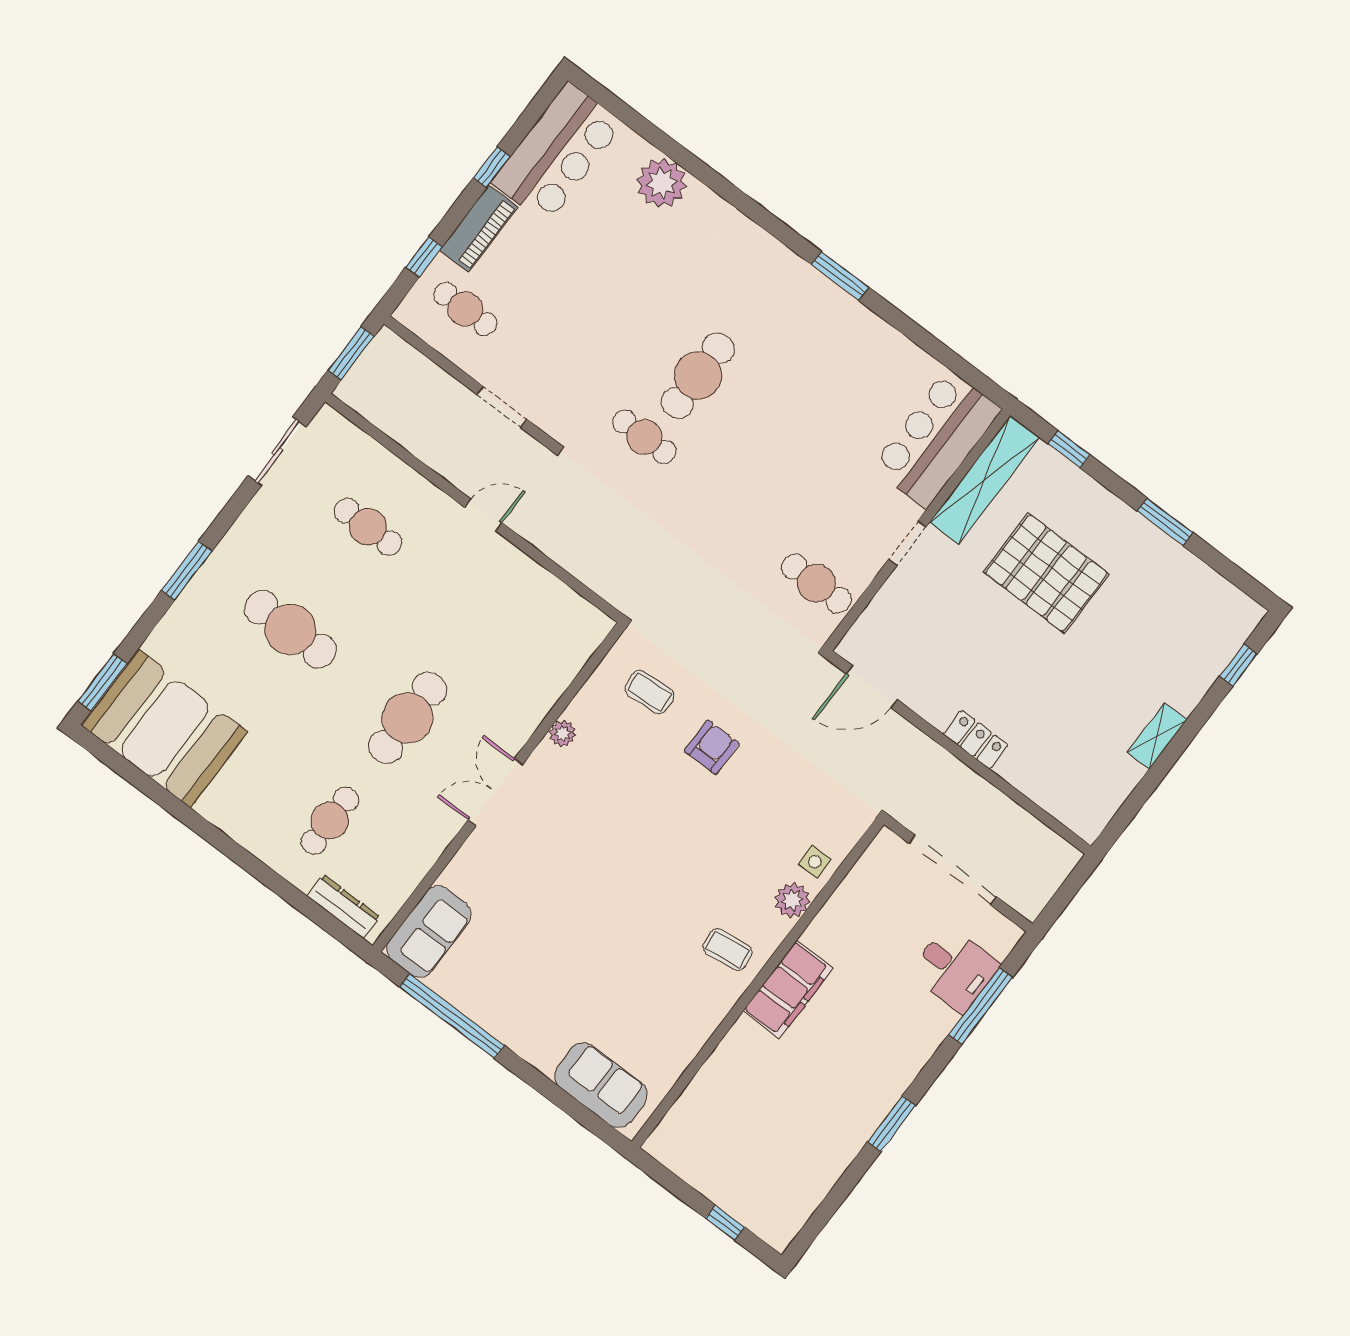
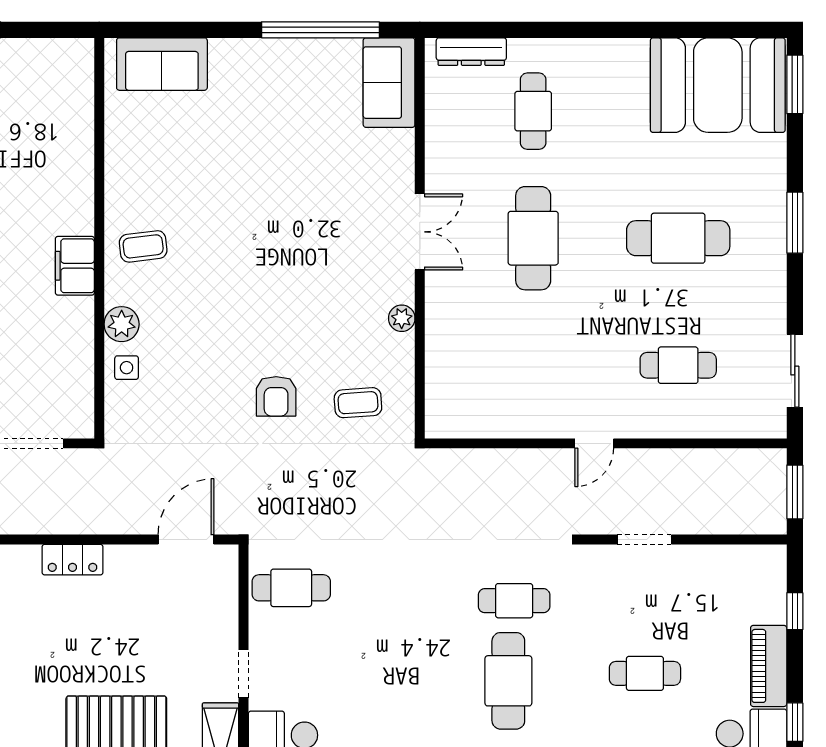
cafe table: (465, 309) -> (645, 673), moved
filing cabinet: (788, 989) -> (75, 266), width x0.67, depth x0.86

